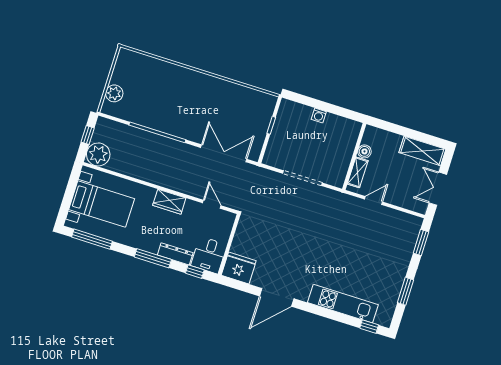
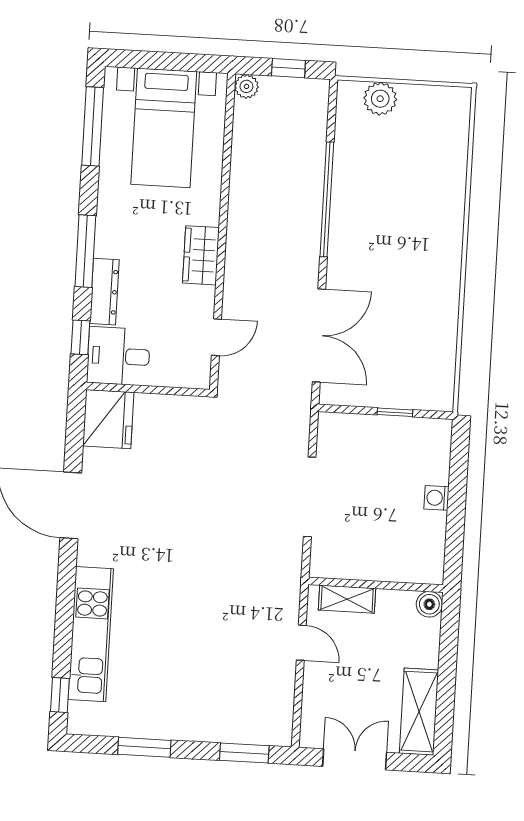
boiler: (364, 151) -> (429, 604), moved
plant: (98, 154) -> (246, 86), width x0.53, depth x0.53

